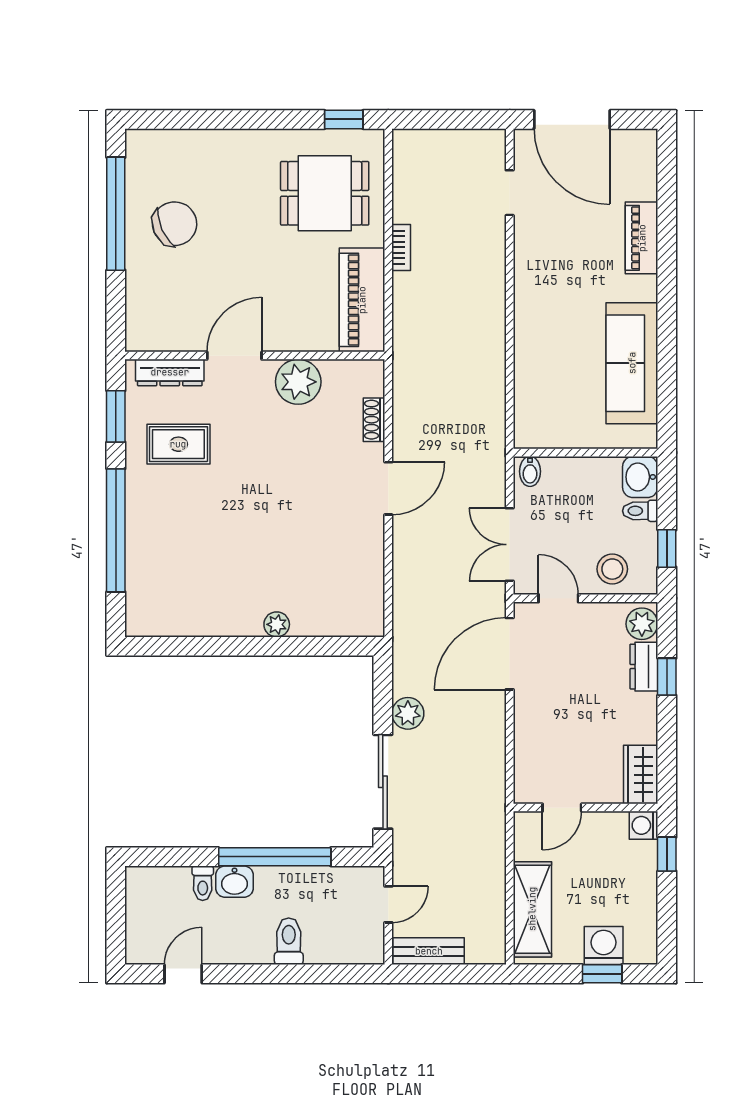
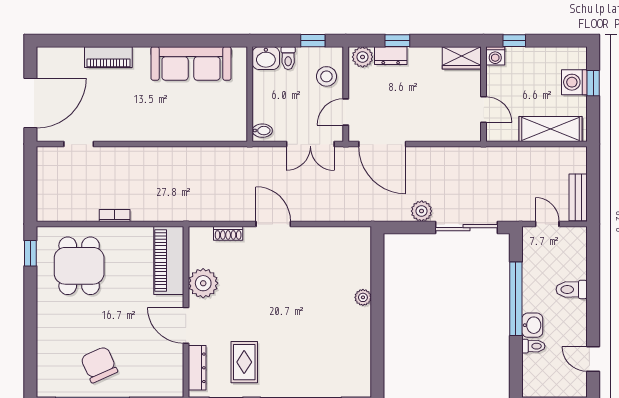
piano: (362, 300) -> (169, 261), moved, turned 90

